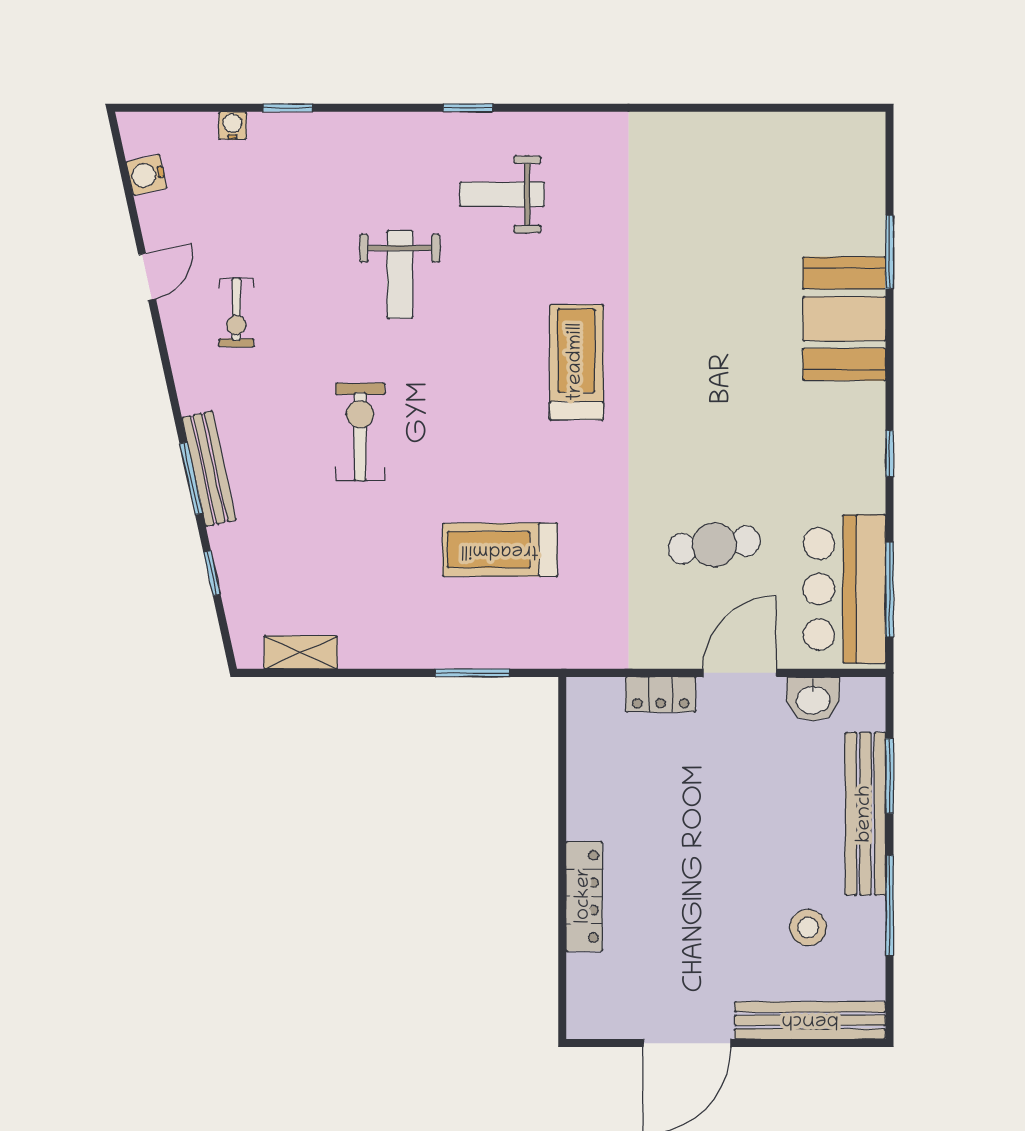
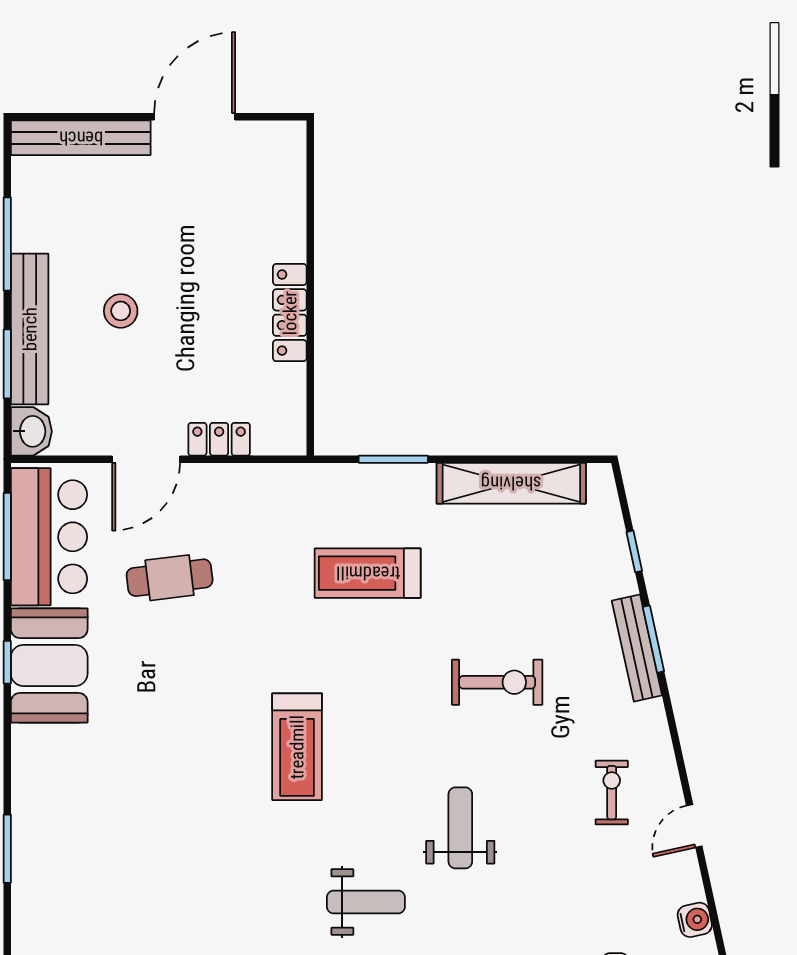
booth: (844, 319) -> (49, 665), moved
exercise bike: (360, 432) -> (497, 682), turned -90
treadmill: (500, 550) -> (368, 573), turned 180
shelving: (301, 652) -> (511, 483), width x2.20, depth x1.33
washbasin: (813, 699) -> (31, 431), moved, turned 90
locker: (584, 896) -> (290, 313), moved
stool: (808, 928) -> (121, 311), moved

